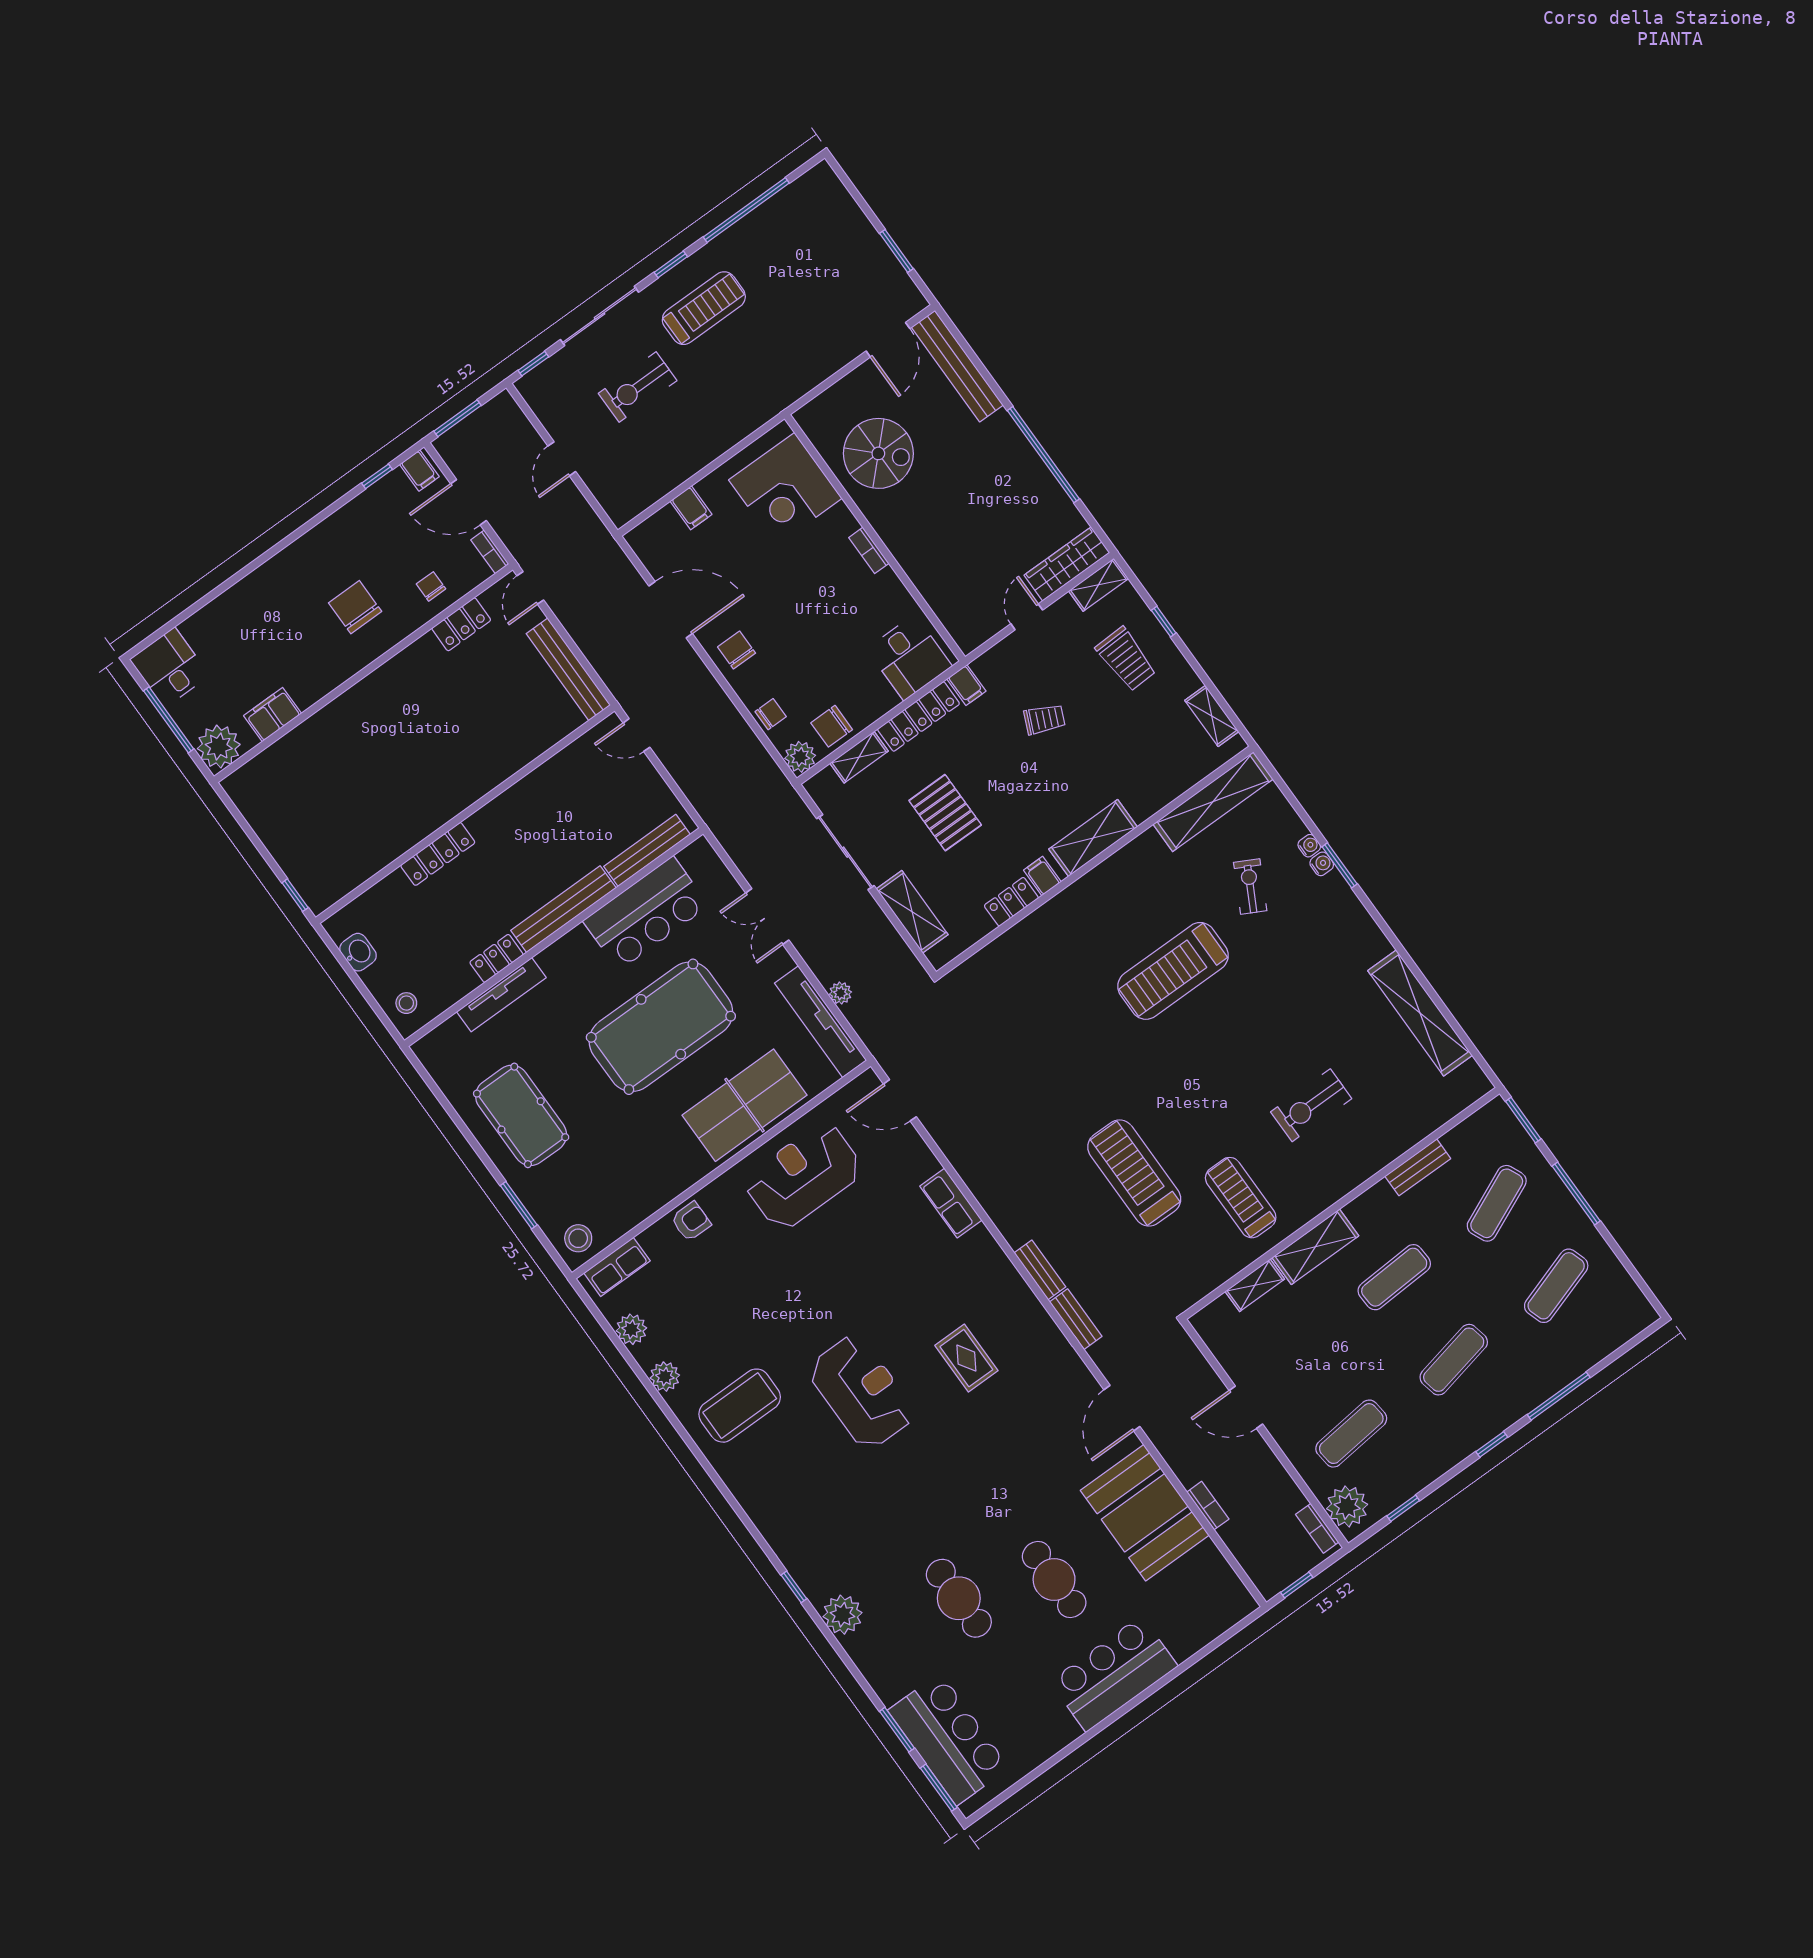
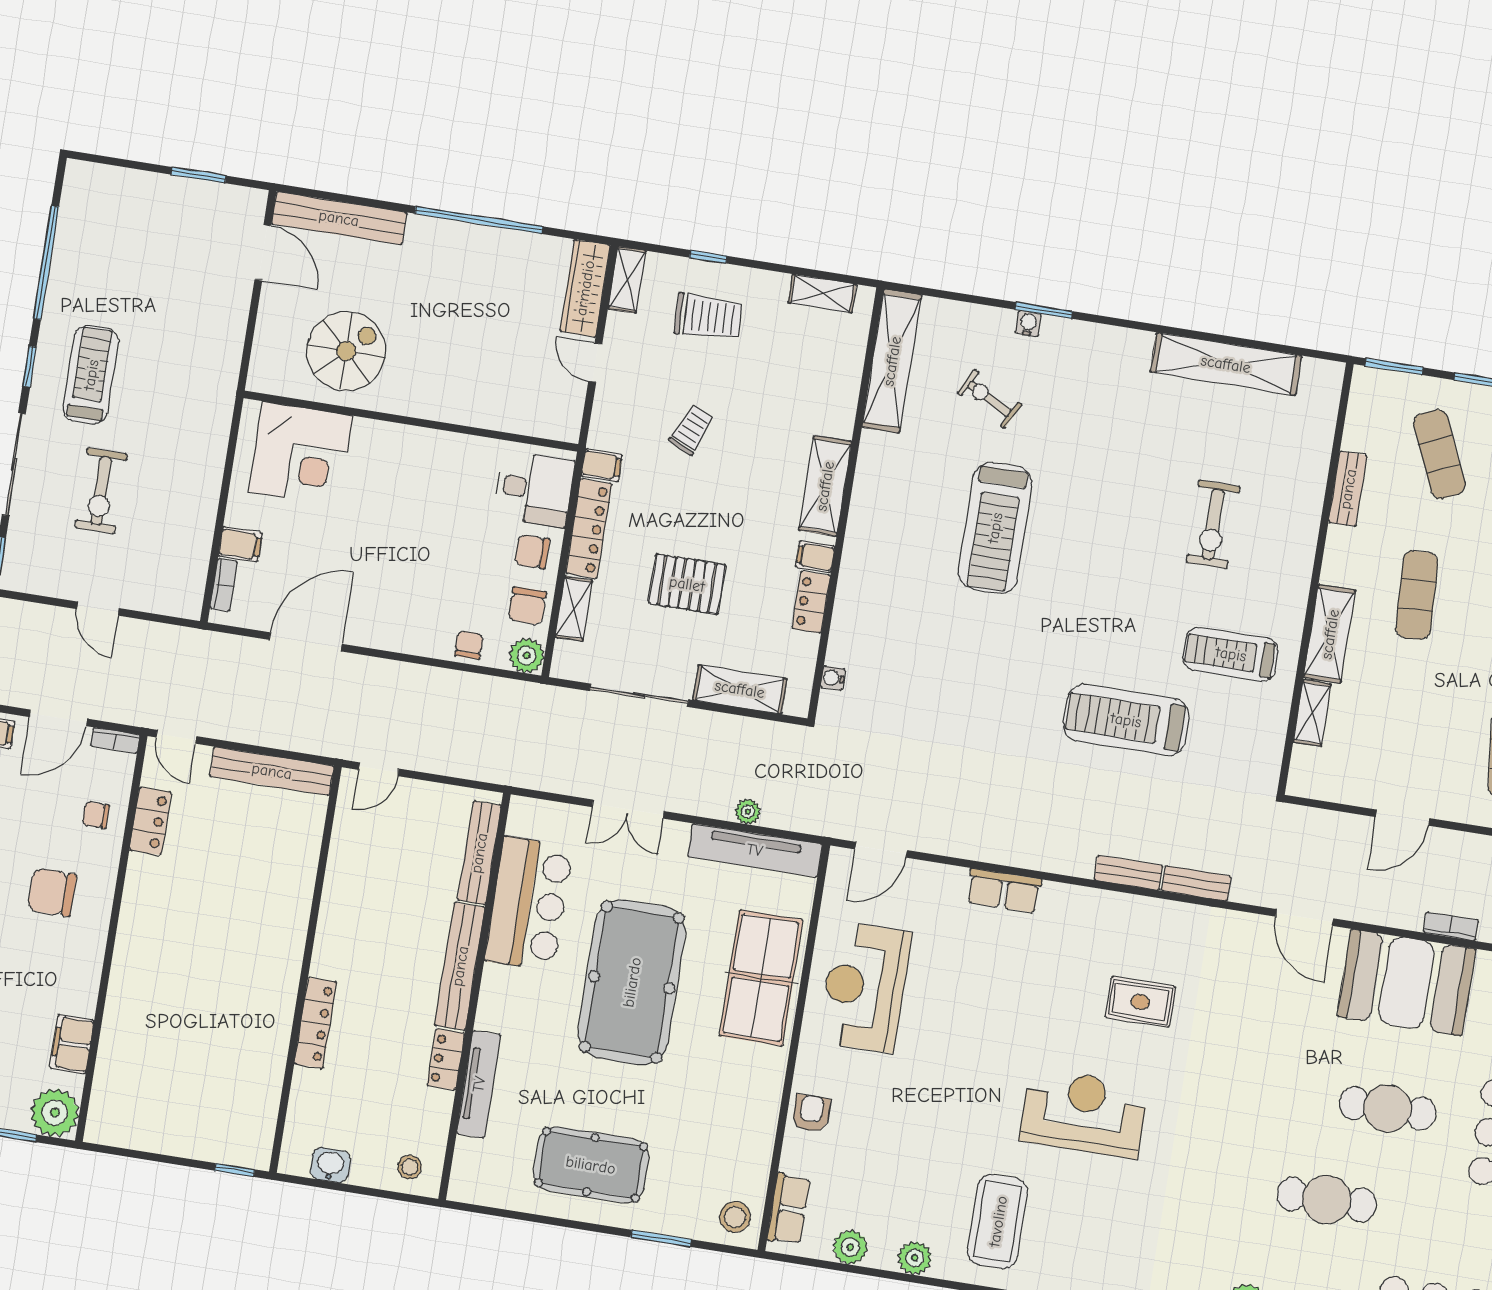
bookcase: (869, 550) -> (224, 585), moved, turned -90
chair: (737, 650) -> (532, 552), moved
water cooler: (1309, 846) -> (833, 678), moved, turned -90

